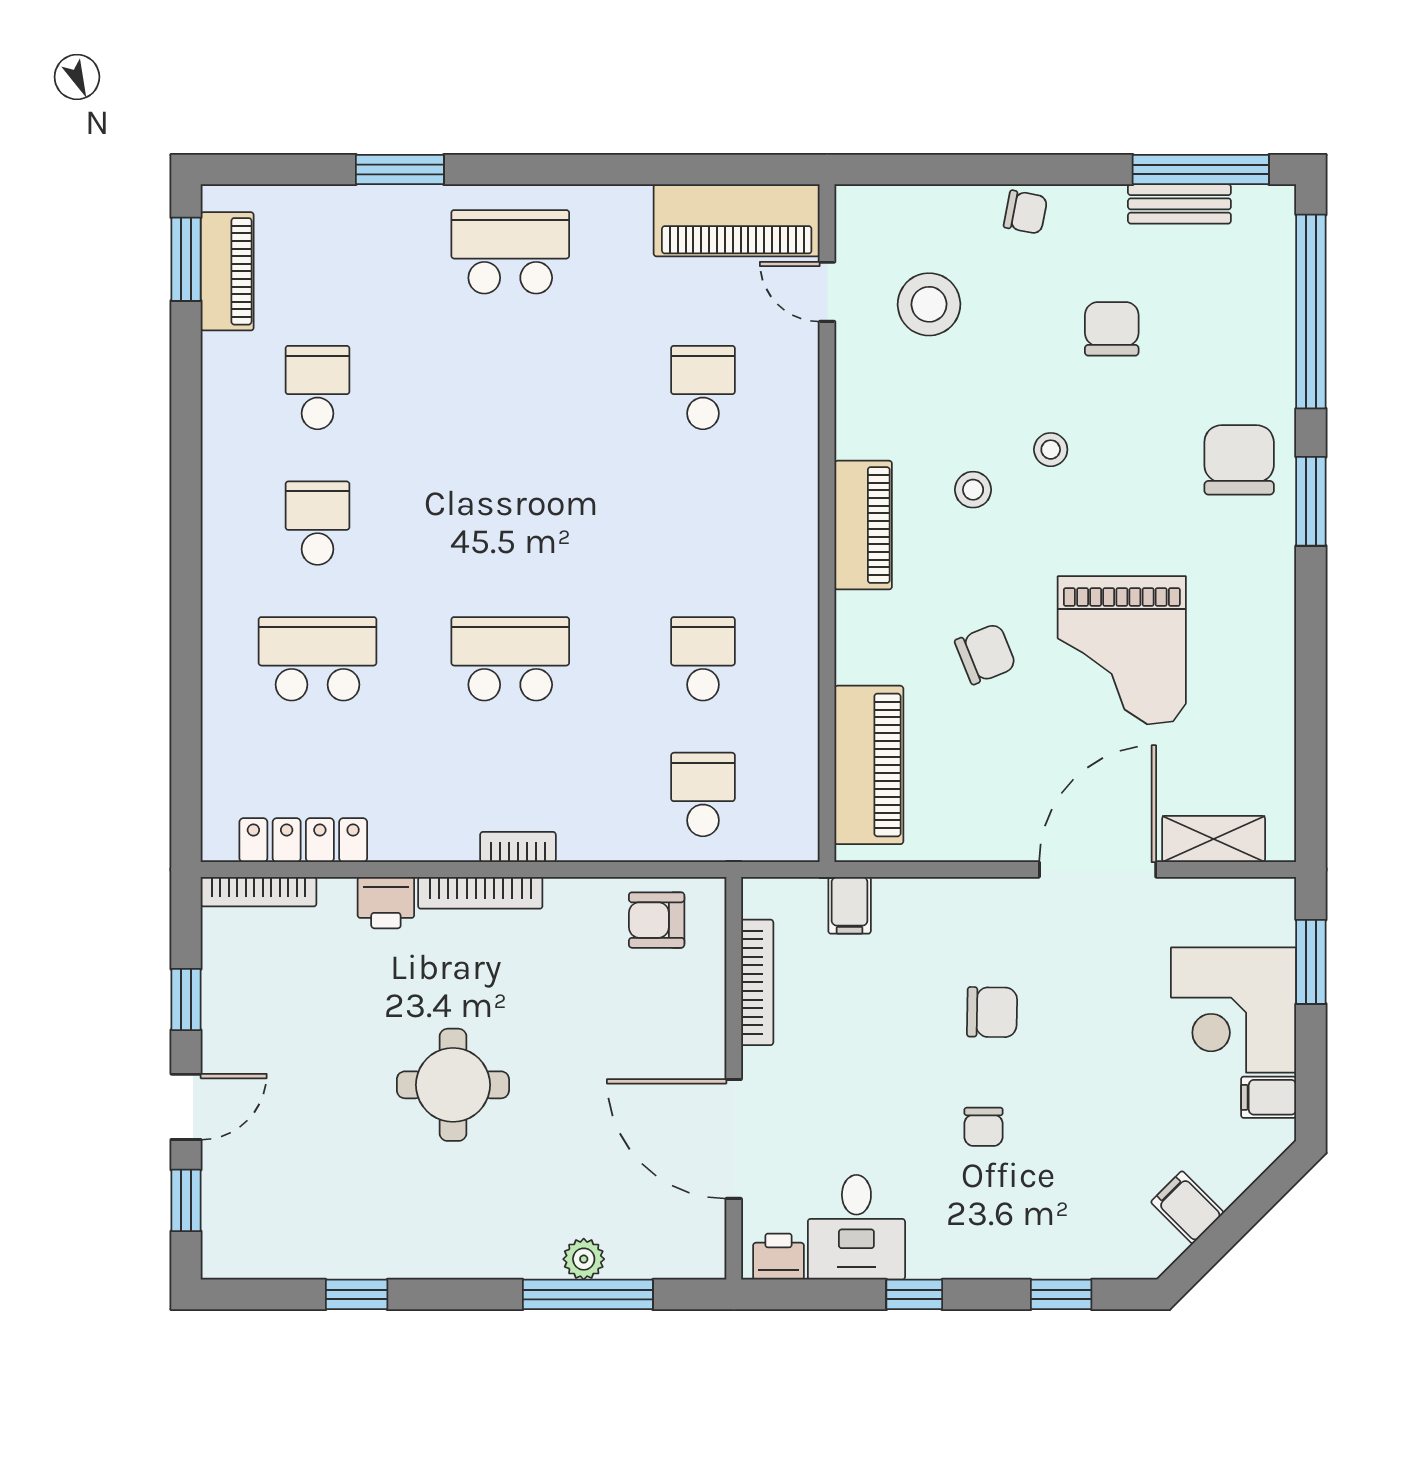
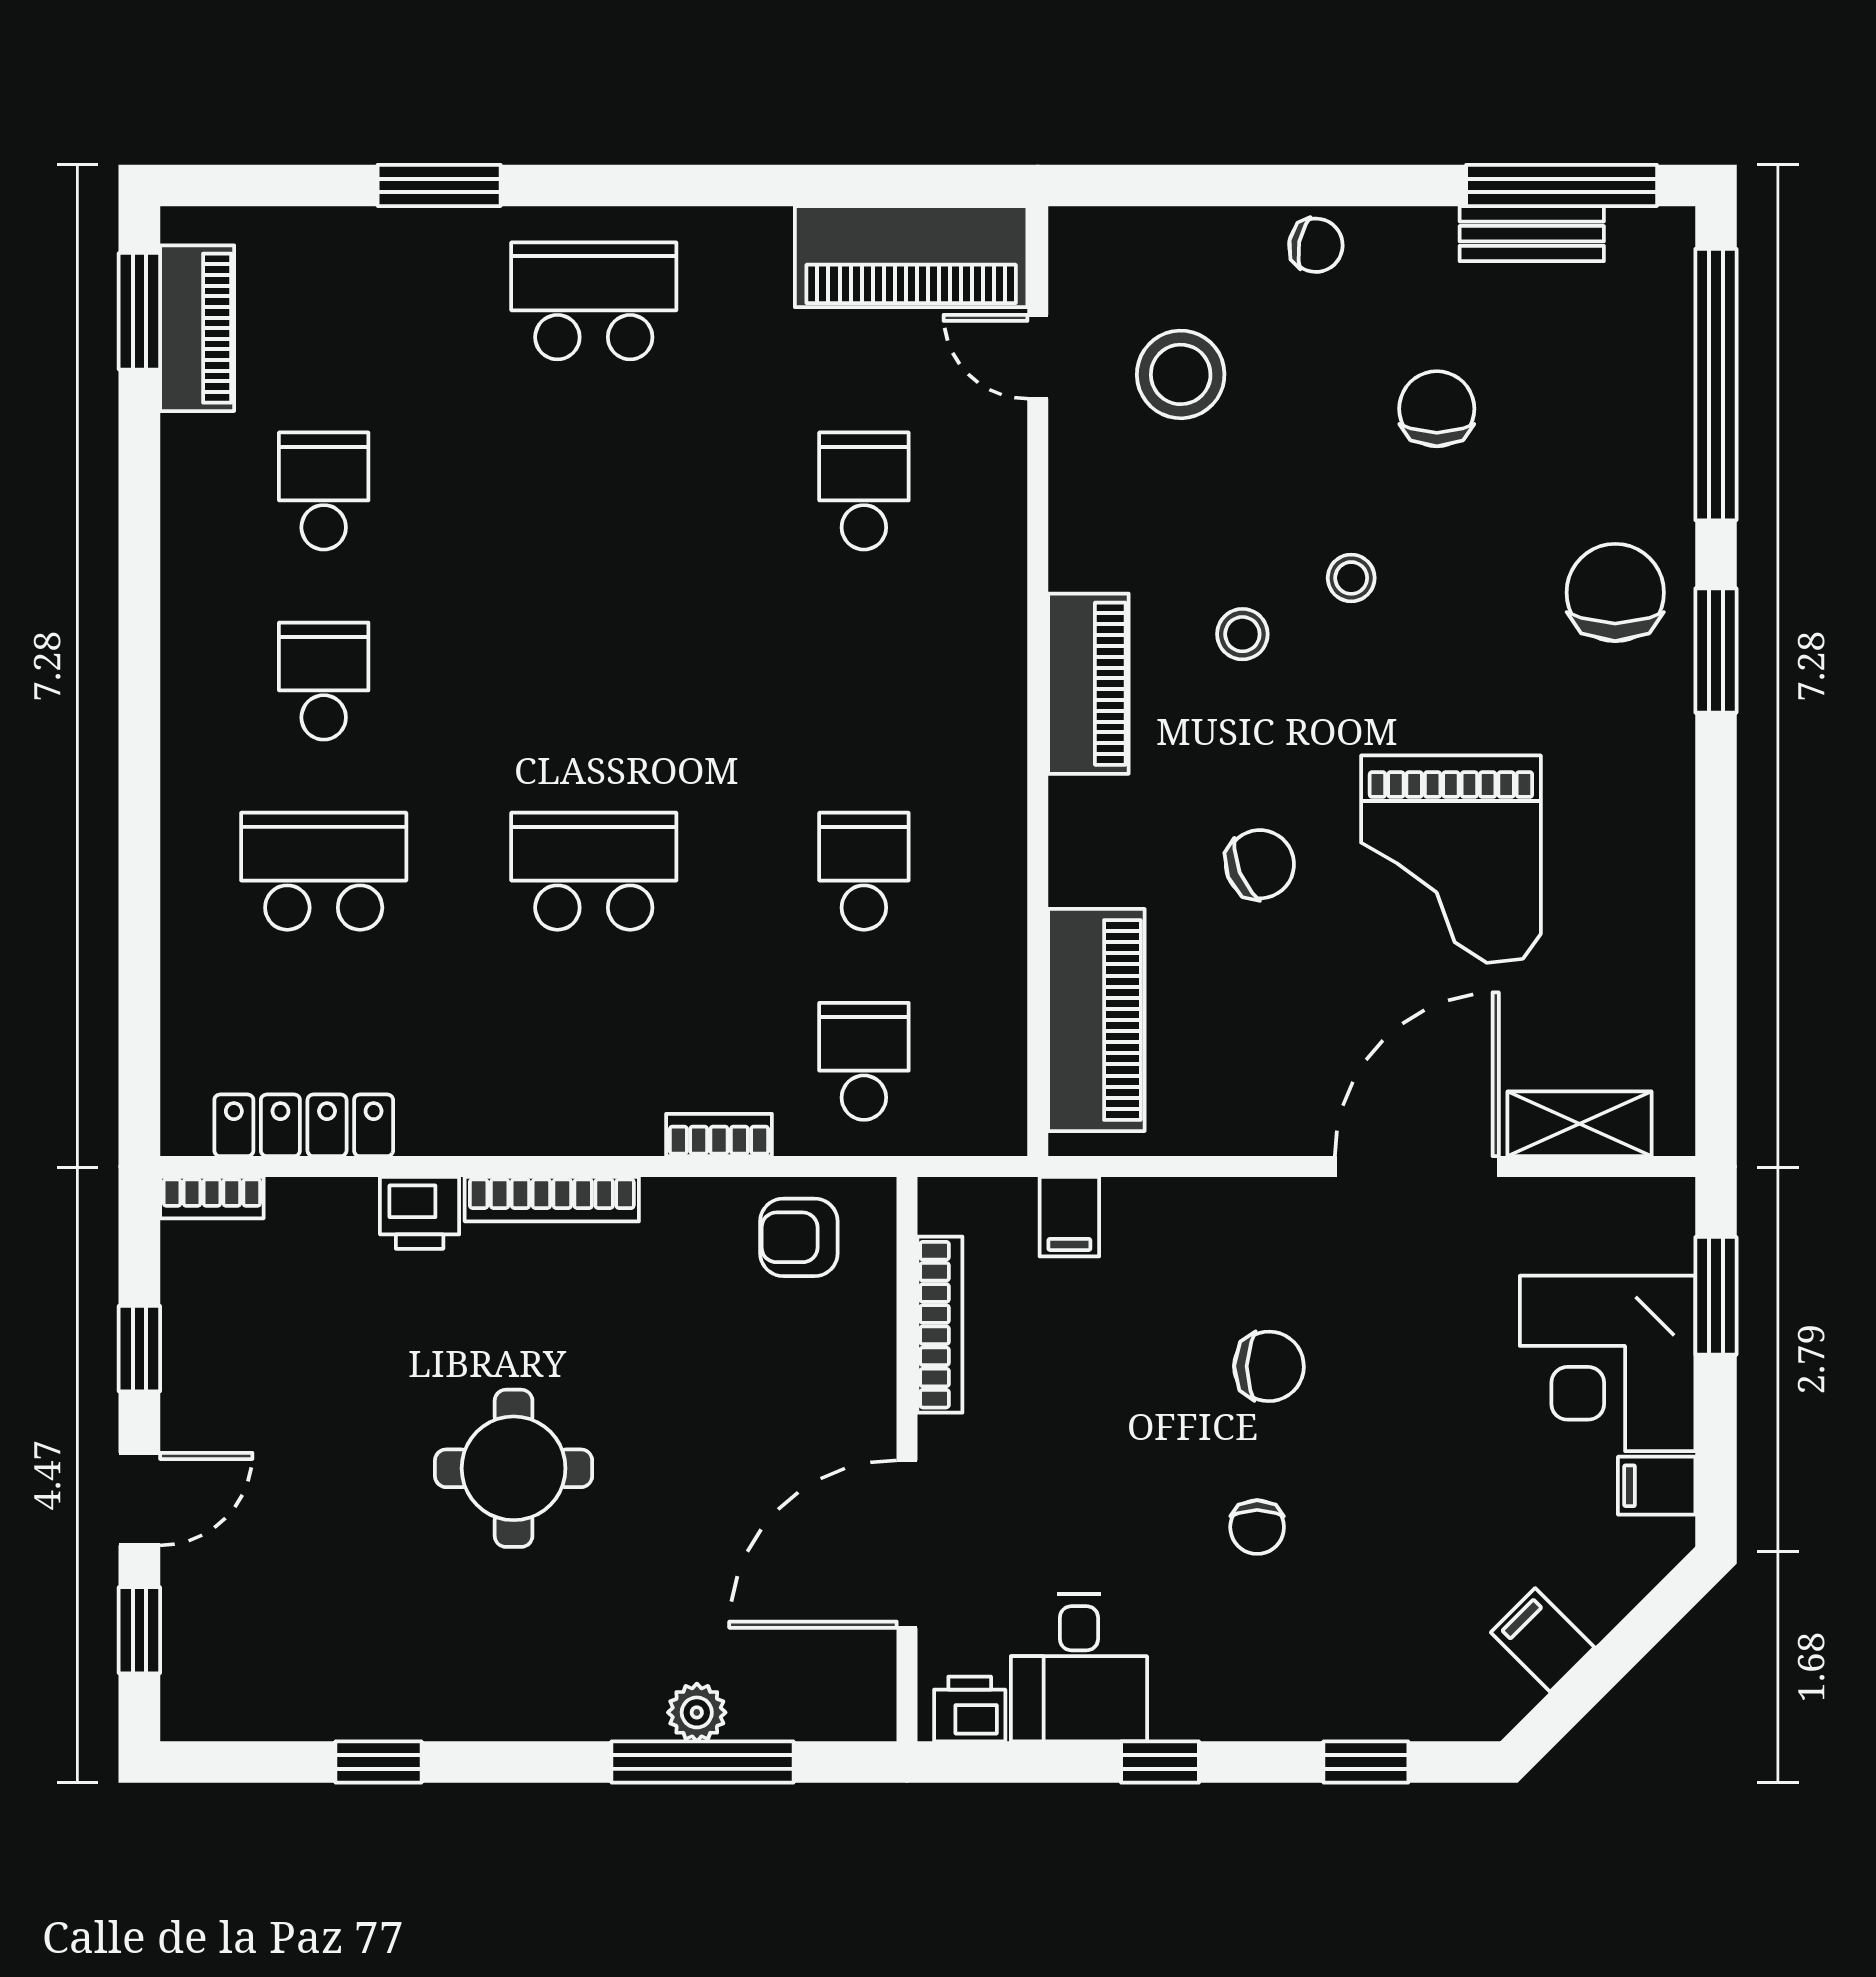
bookcase: (518, 847) -> (719, 1135), moved
bookcase: (259, 892) -> (212, 1198), width x0.64
door: (734, 1139) -> (907, 1544), hinge flipped

